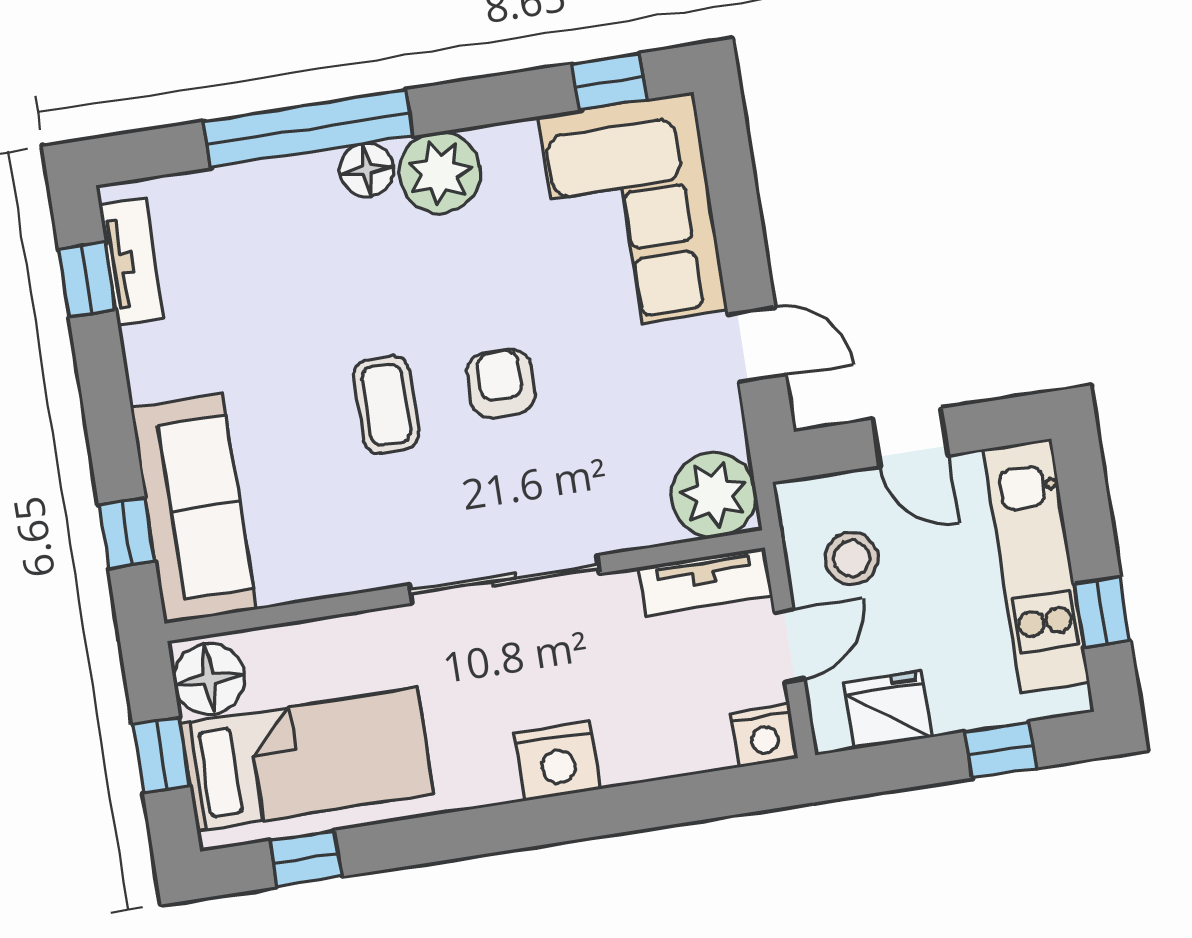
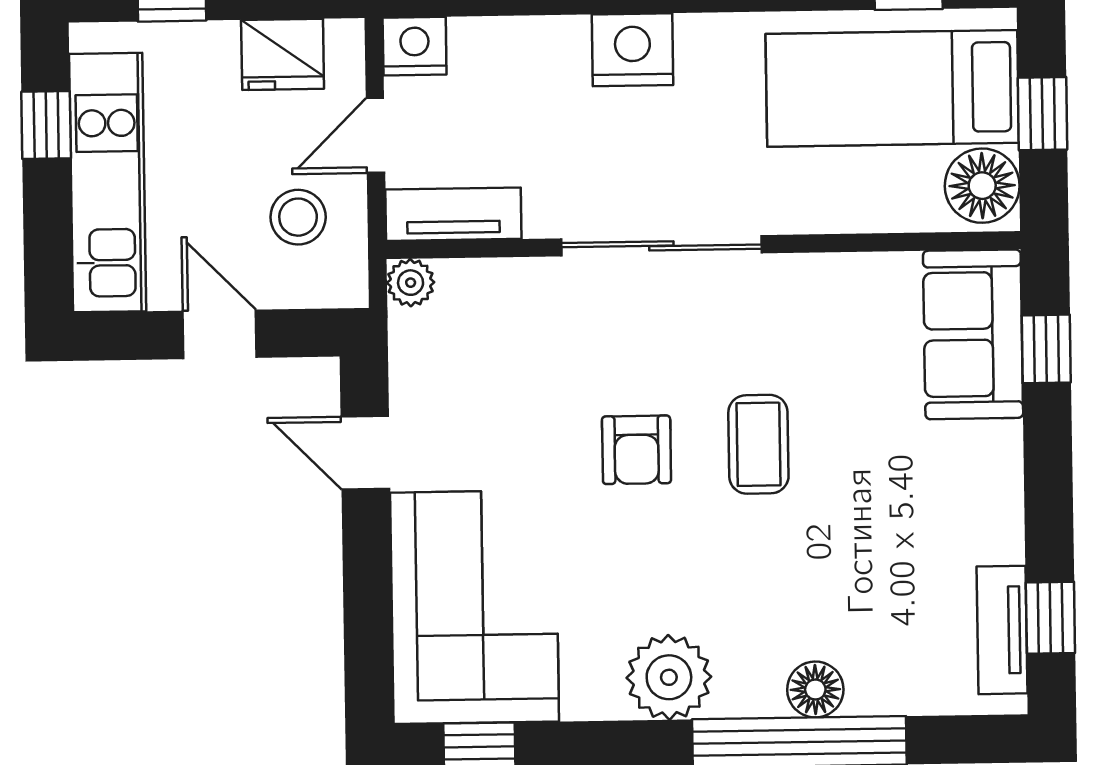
floor lamp: (367, 170) -> (815, 689), moved
plant: (714, 495) -> (411, 283), width x0.53, depth x0.53
sofa: (193, 509) -> (973, 334), width x0.73

